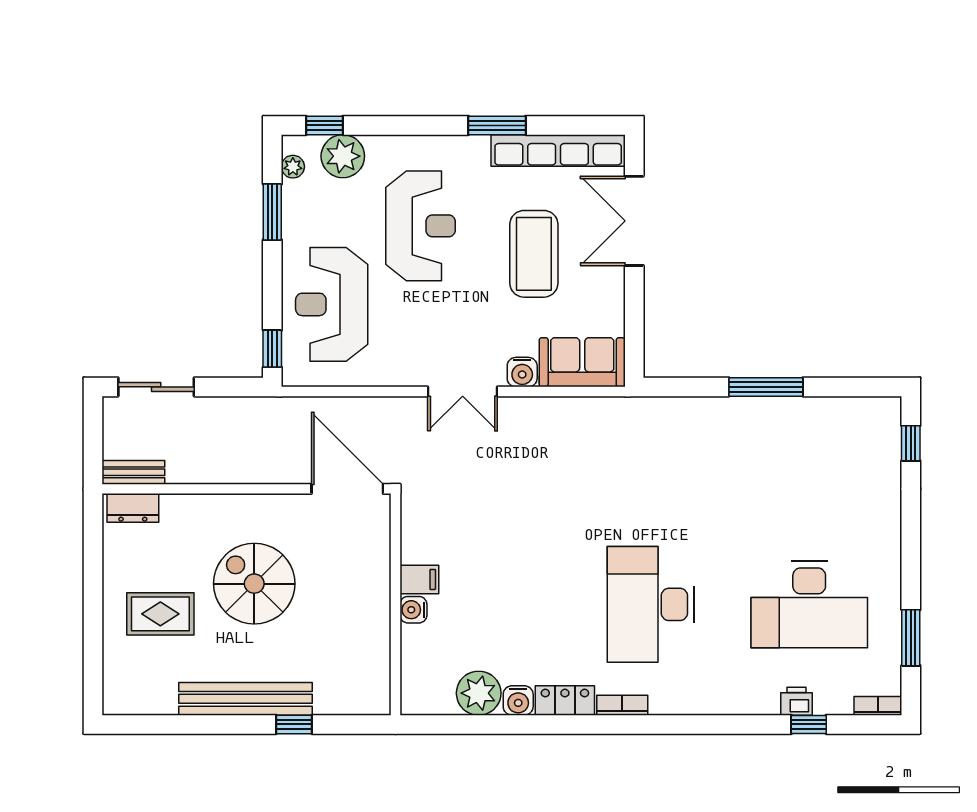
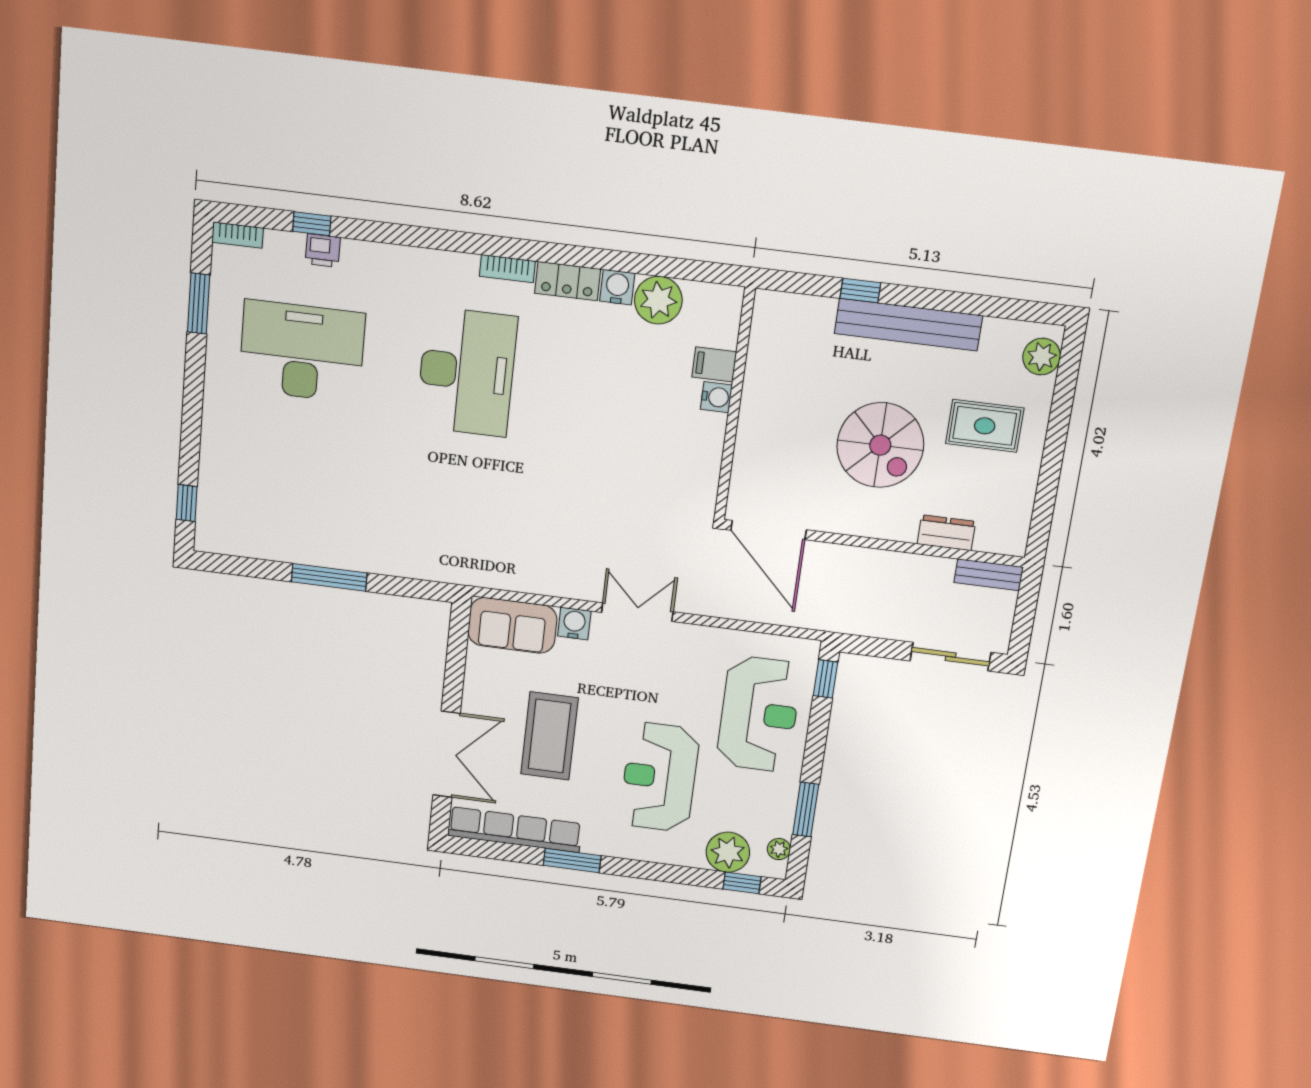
dresser: (133, 508) -> (946, 533), moved
filing cabinet: (419, 579) -> (714, 365), moved
plant: (119, 684) -> (1042, 357), added

